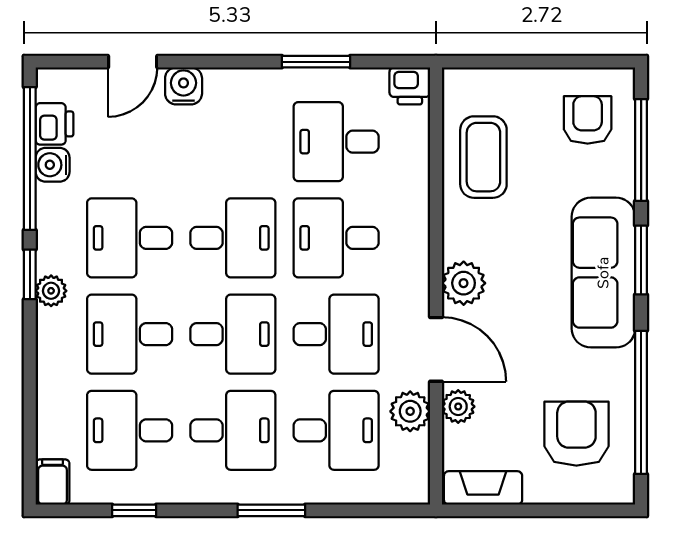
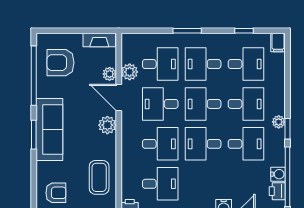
armchair: (588, 120) -> (56, 193), turned -90
window: (641, 150) -> (34, 180), removed
desk: (336, 430) -> (160, 64), turned 180
armchair: (576, 434) -> (60, 63), turned 90

